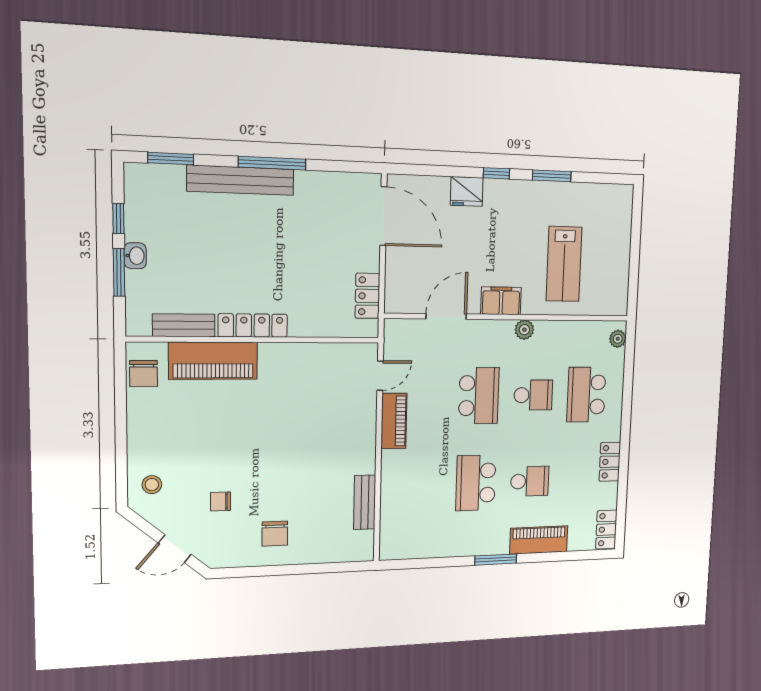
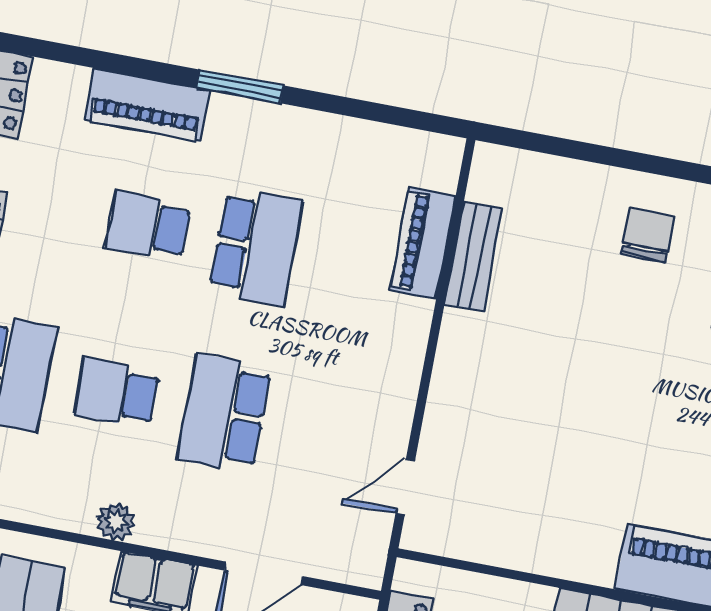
piano: (394, 421) -> (423, 243), moved

